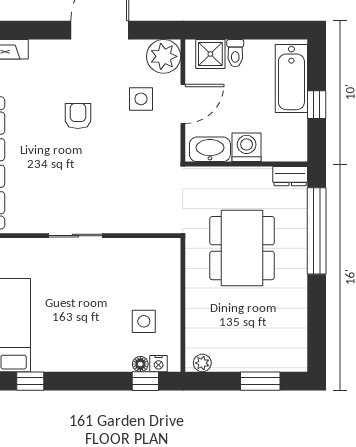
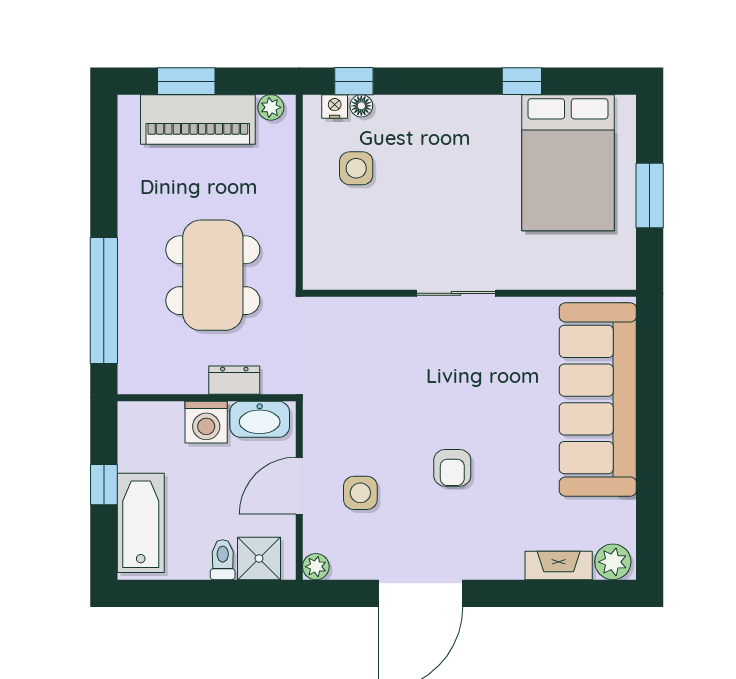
plant: (164, 56) -> (316, 567), width x0.53, depth x0.53
dresser: (290, 176) -> (234, 380), moved
piano: (252, 355) -> (198, 119), added

